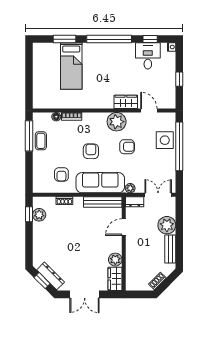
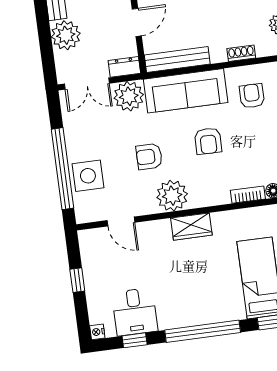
wardrobe: (126, 102) -> (191, 227), moved
plant: (130, 188) -> (129, 96), width x1.88, depth x1.88

